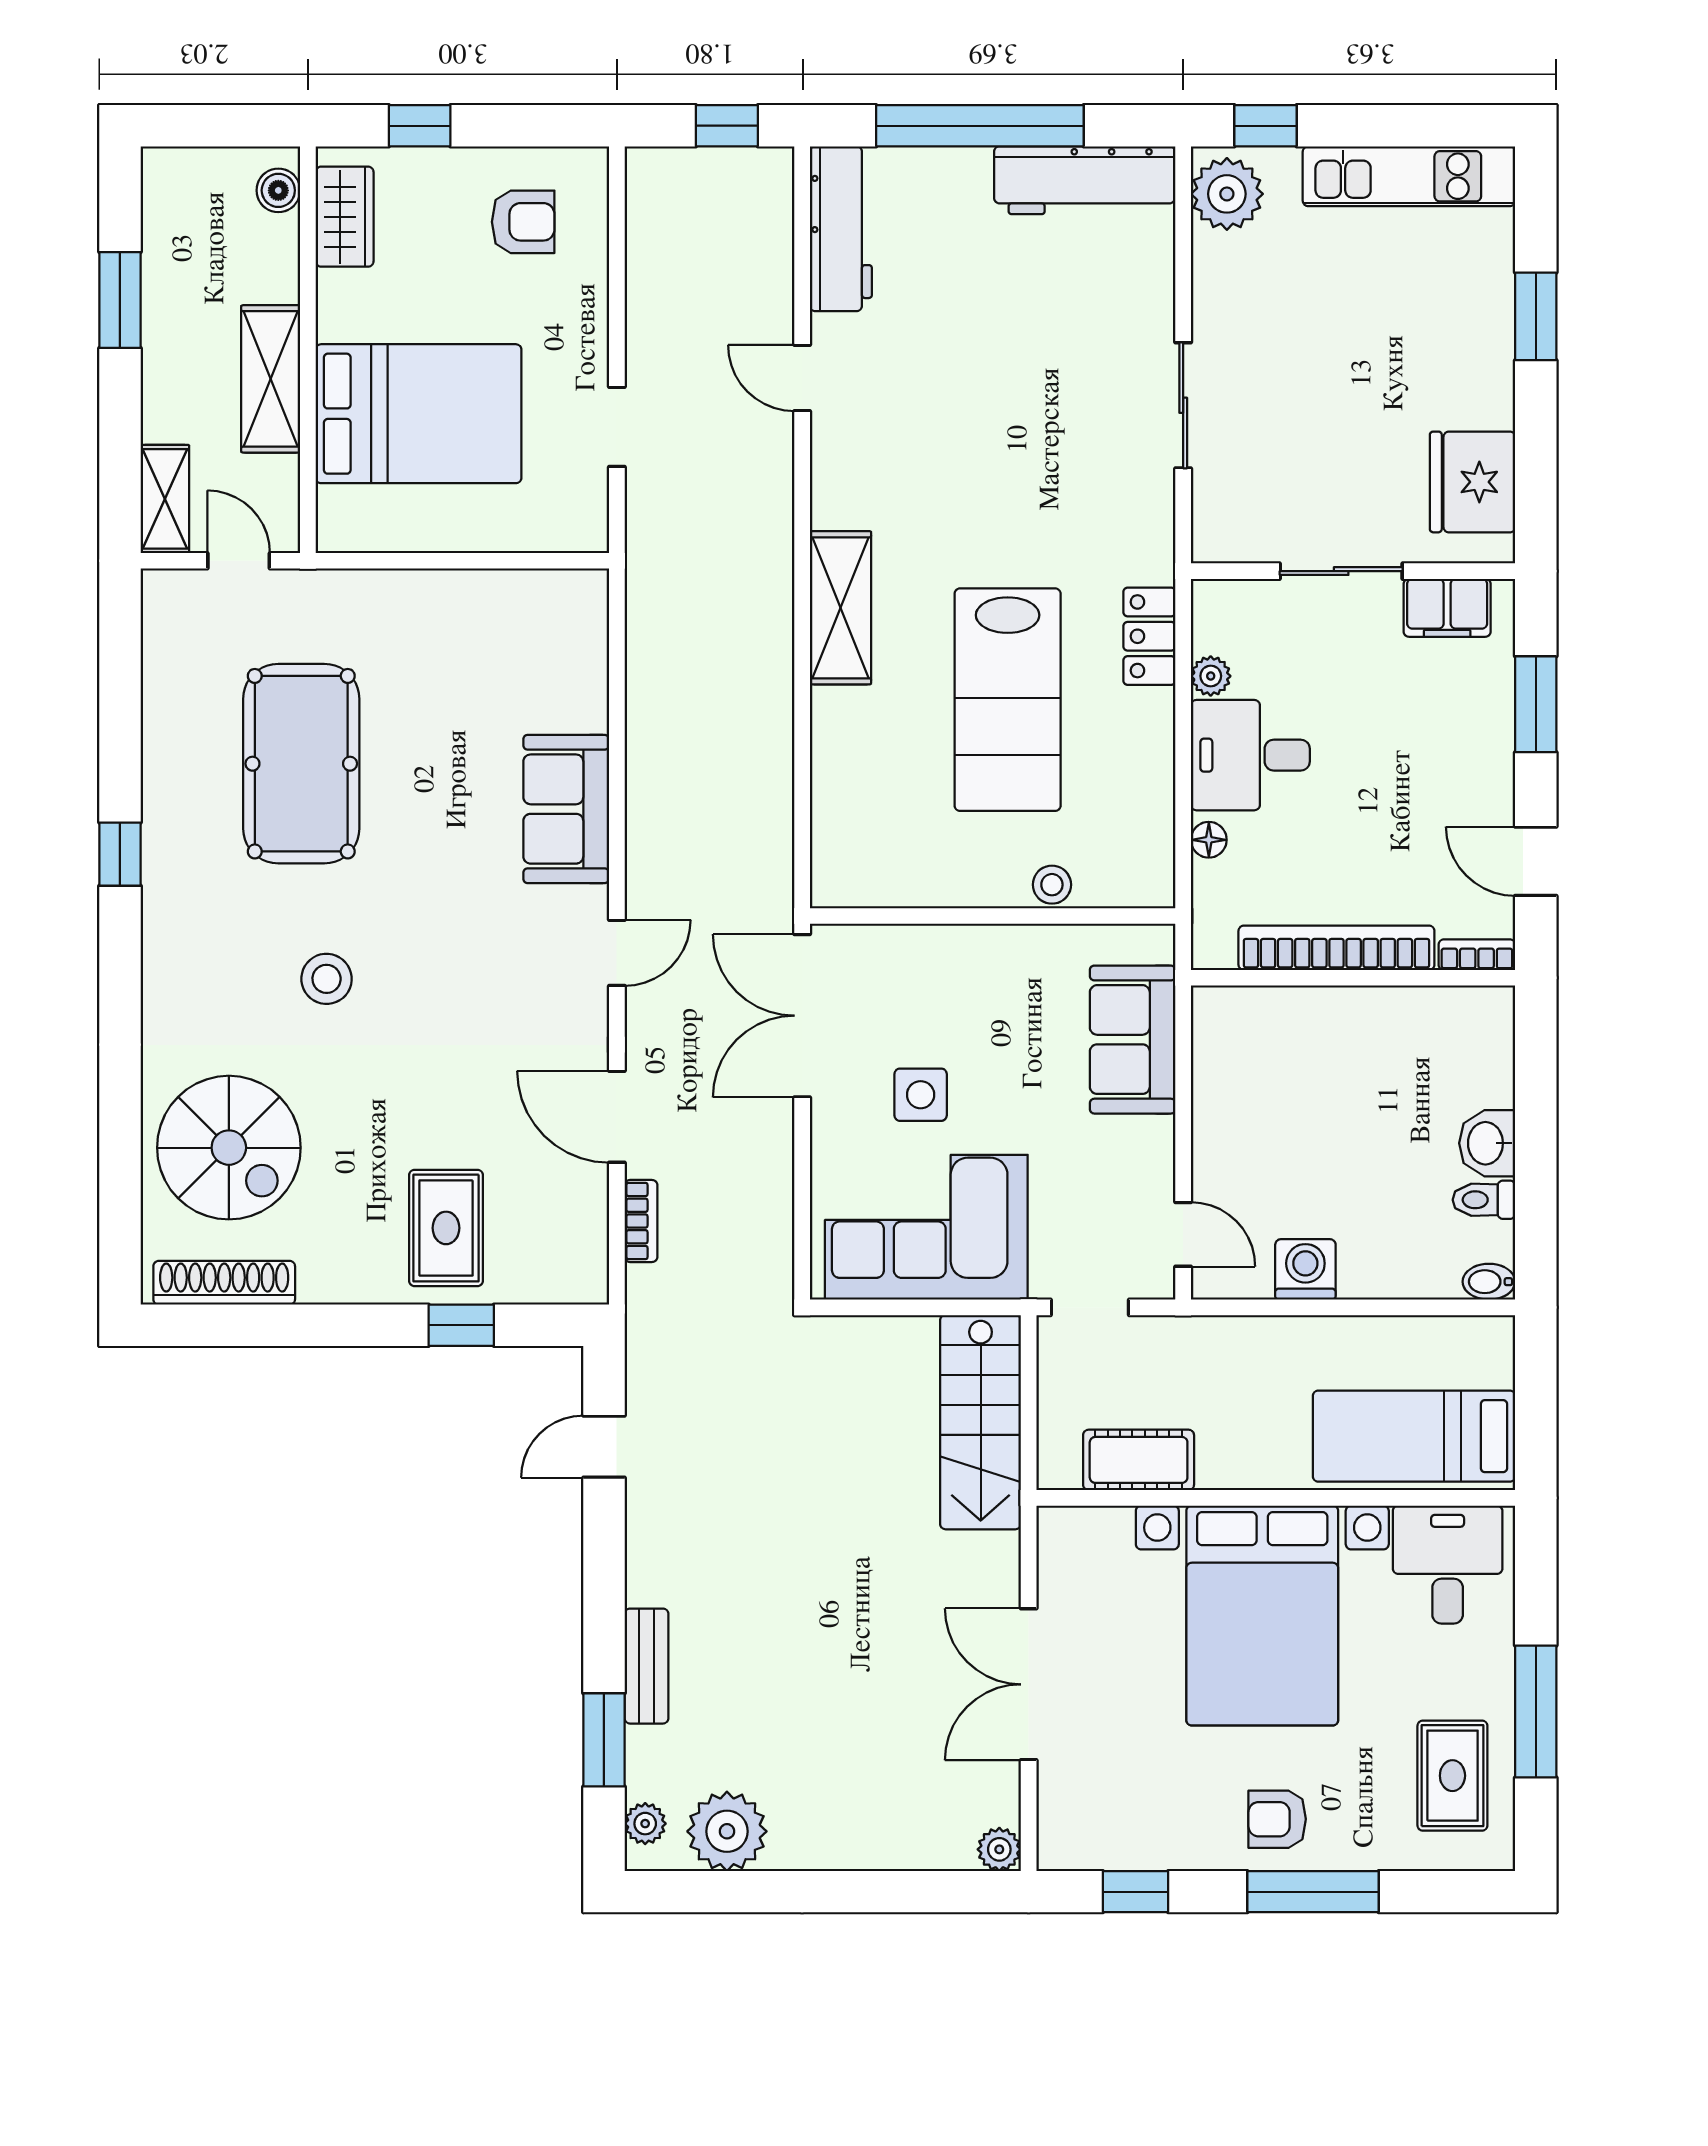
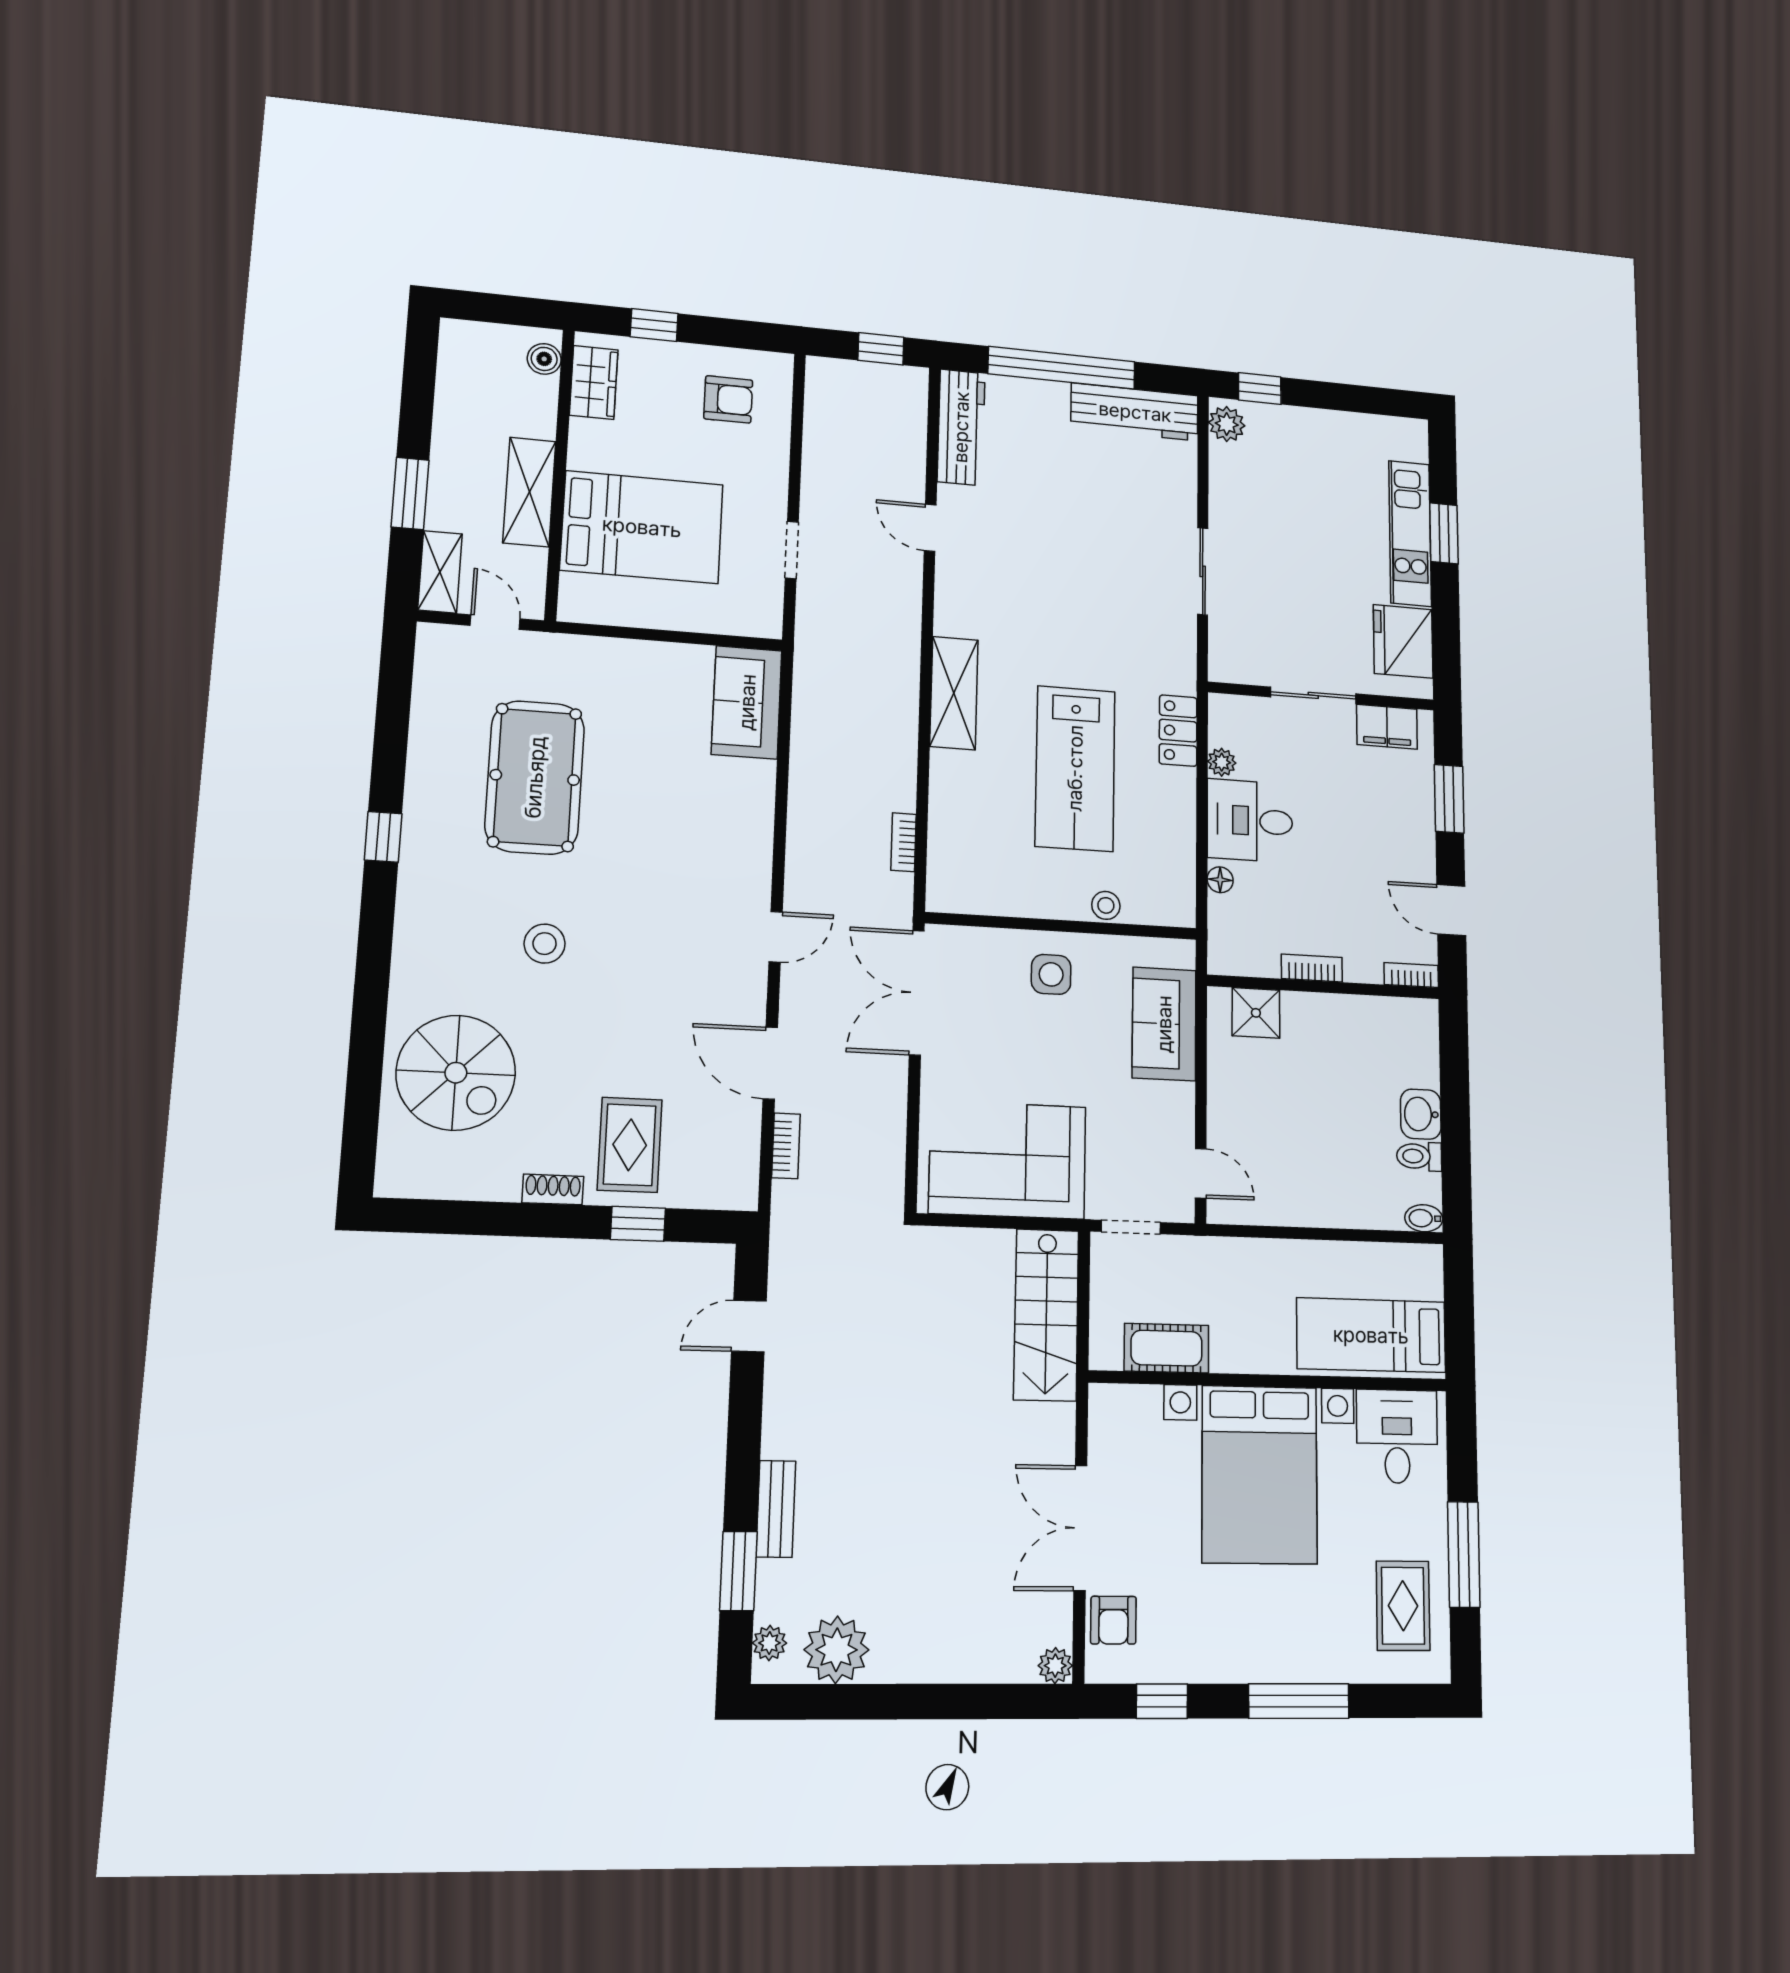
kitchen unit: (1409, 176) -> (1410, 533), moved, turned 90
plant: (1227, 194) -> (1227, 424), width x0.73, depth x0.73
window: (120, 300) -> (410, 493), moved
sofa: (566, 809) -> (747, 702), moved
bookcase: (779, 817) -> (904, 842), added
bookcase: (1336, 948) -> (1312, 968), width x0.43, depth x0.76
shower: (1258, 1018) -> (1256, 1013), added
side table: (921, 1095) -> (1051, 974), moved
washing machine: (1305, 1269) -> (1291, 1204), removed
shoe rack: (224, 1283) -> (553, 1189), moved, width x0.51, depth x0.81
armchair: (1277, 1819) -> (1113, 1620), moved, turned -90

